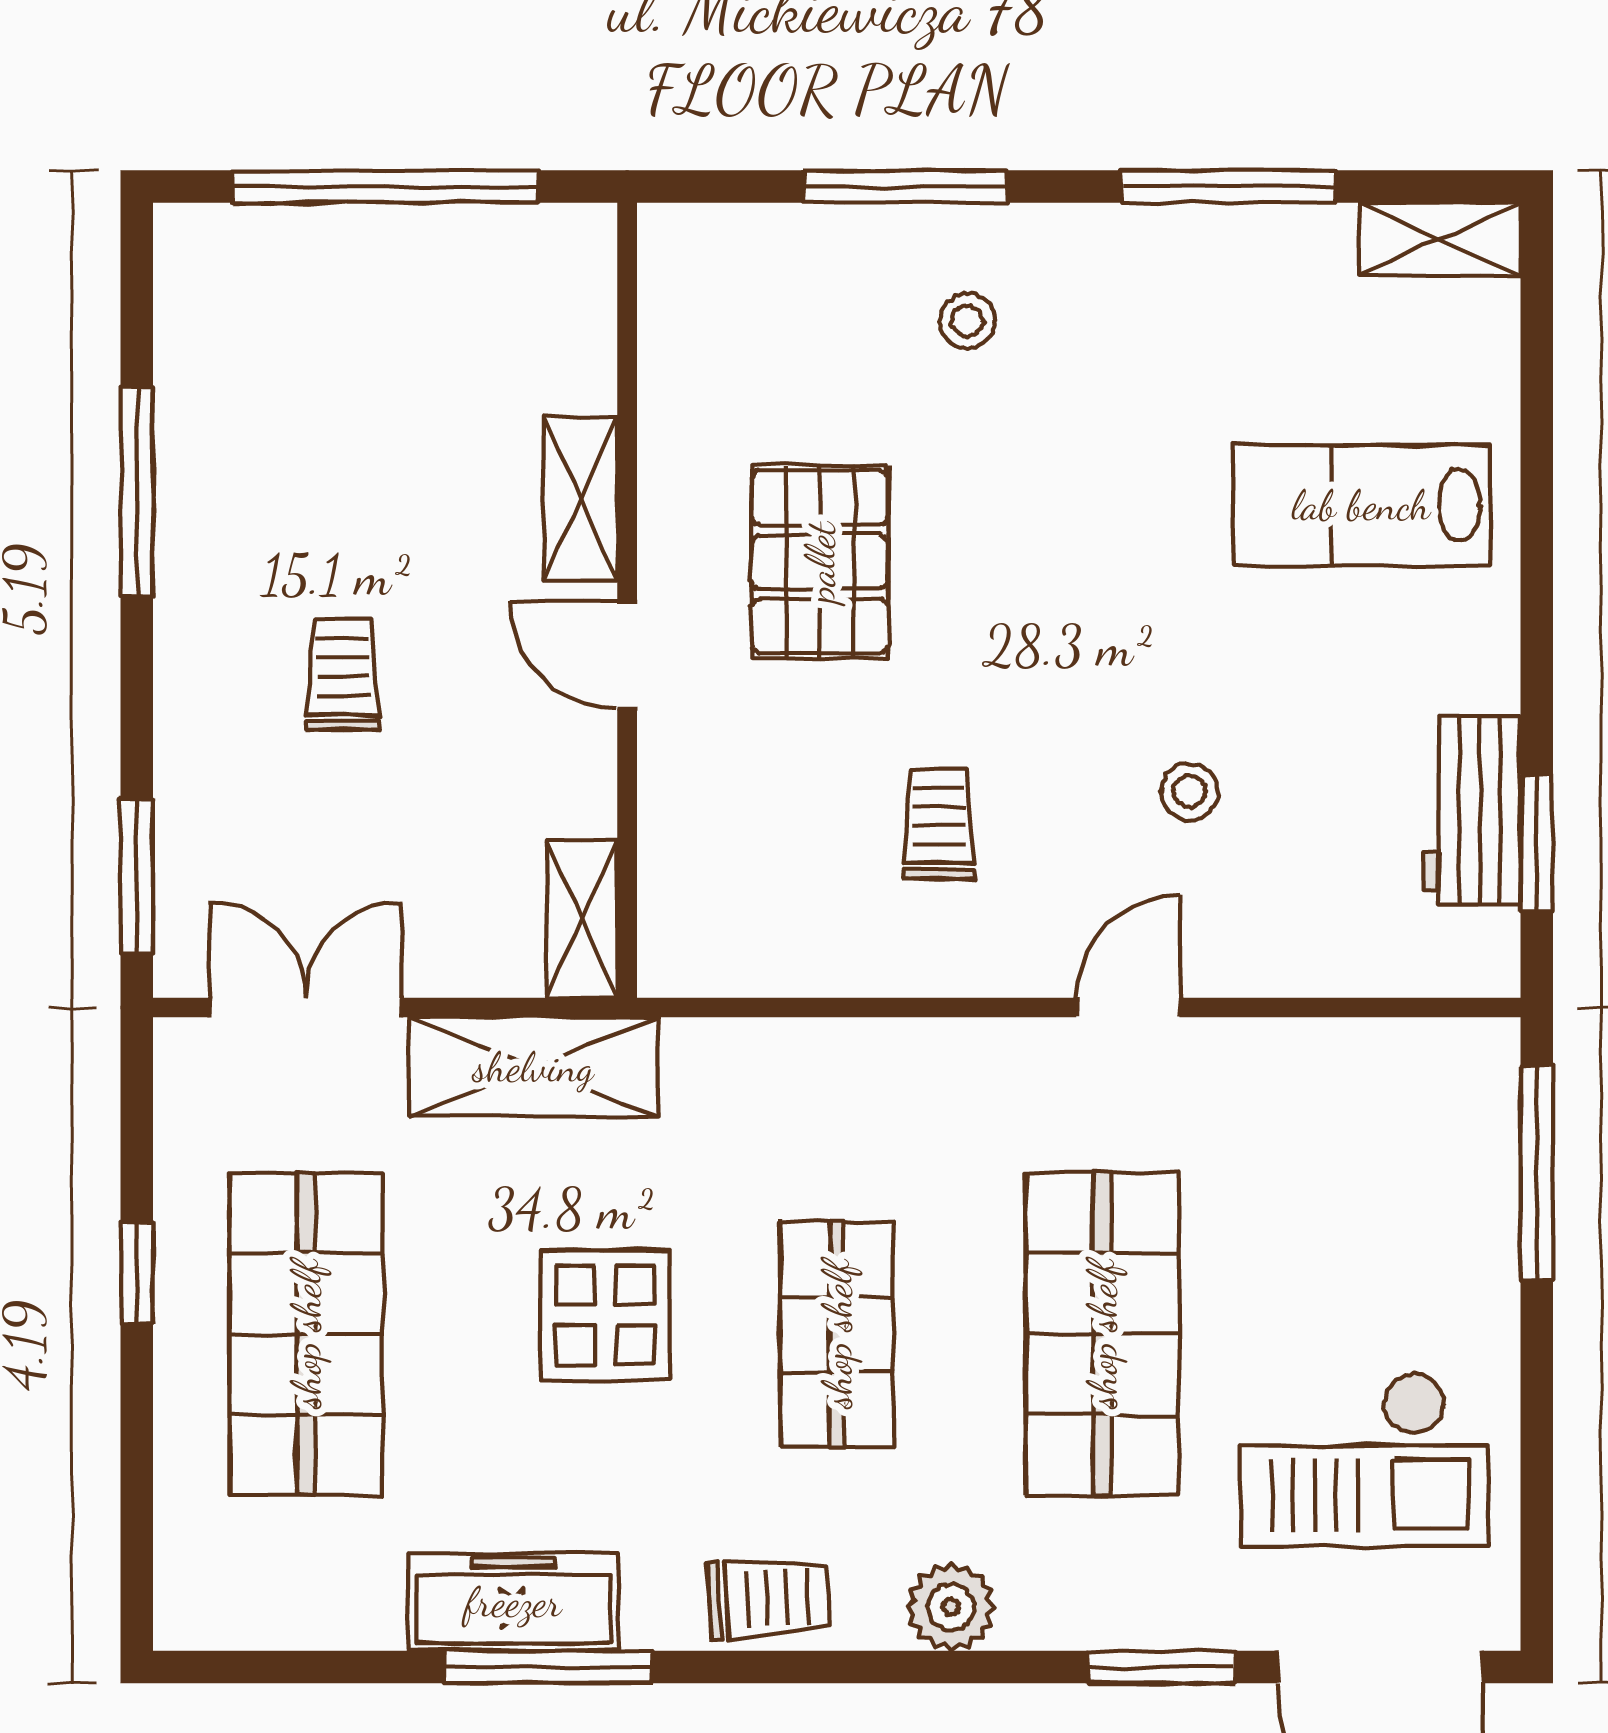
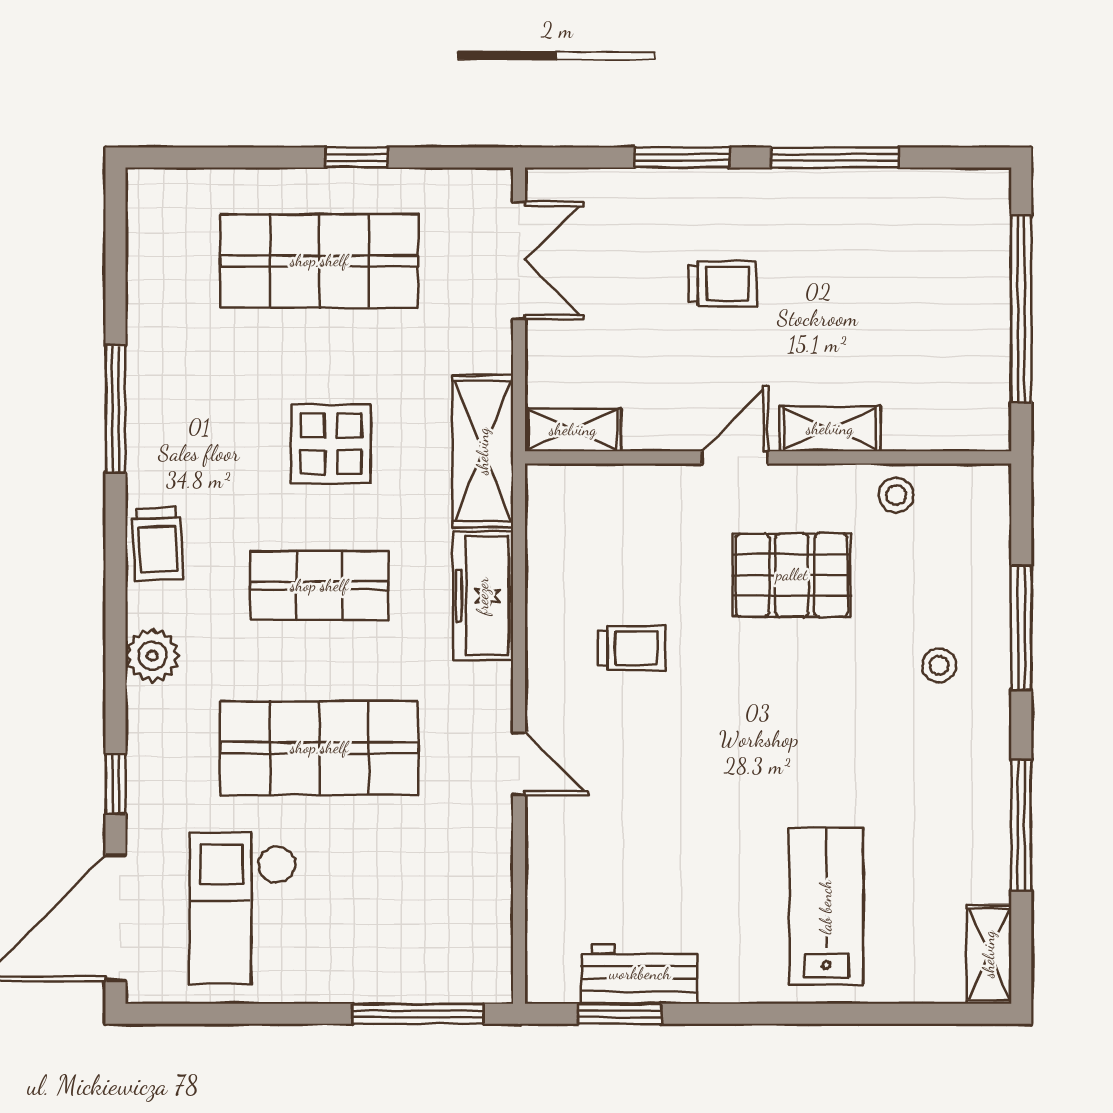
stool: (1189, 792) -> (896, 495), moved
window: (137, 876) -> (682, 157), moved
shelving: (533, 1067) -> (483, 451), moved
freezer: (513, 1602) -> (483, 596), moved, turned 180
window: (1161, 1667) -> (116, 784), width x0.67

